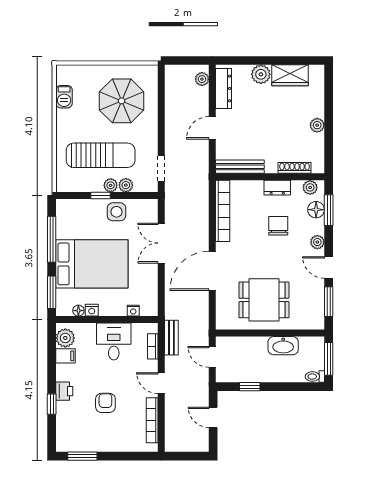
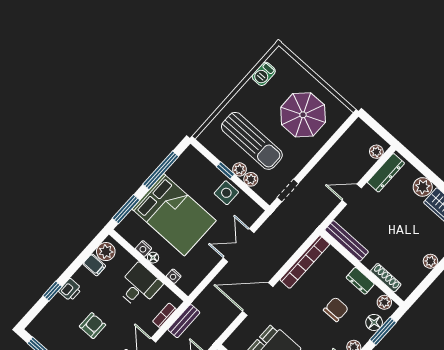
floor lamp: (78, 311) -> (153, 258), moved

